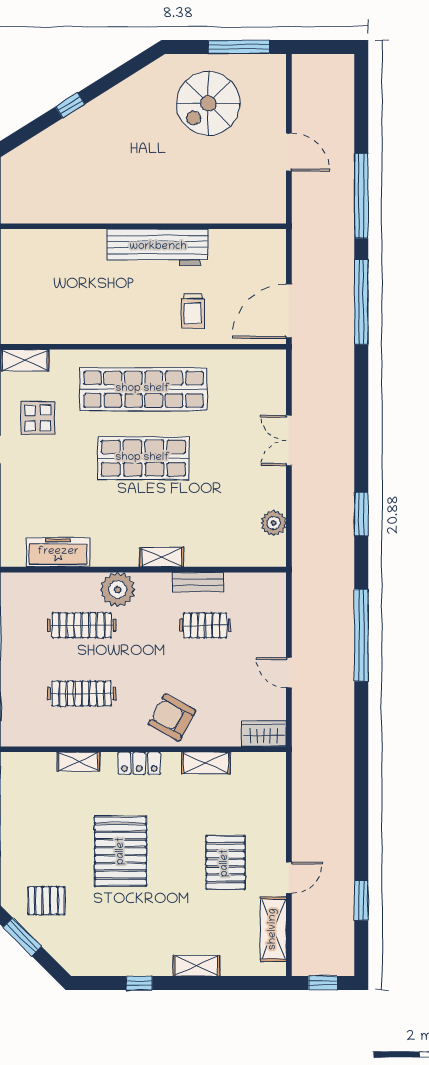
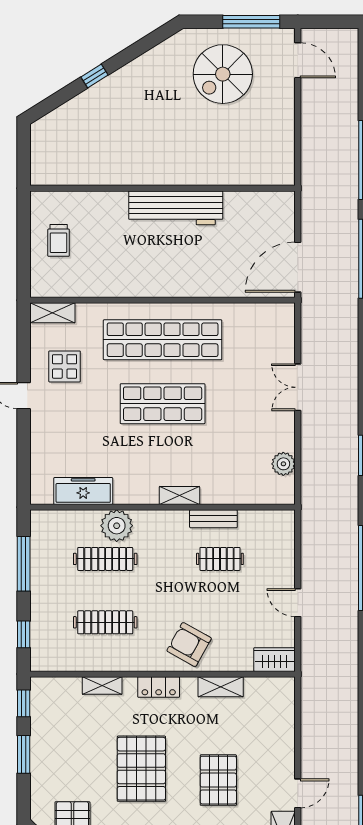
door: (289, 152) -> (298, 60), moved
trolley: (193, 311) -> (59, 240), moved
plant: (118, 590) -> (117, 526), moved
pallet: (225, 863) -> (218, 780), moved

